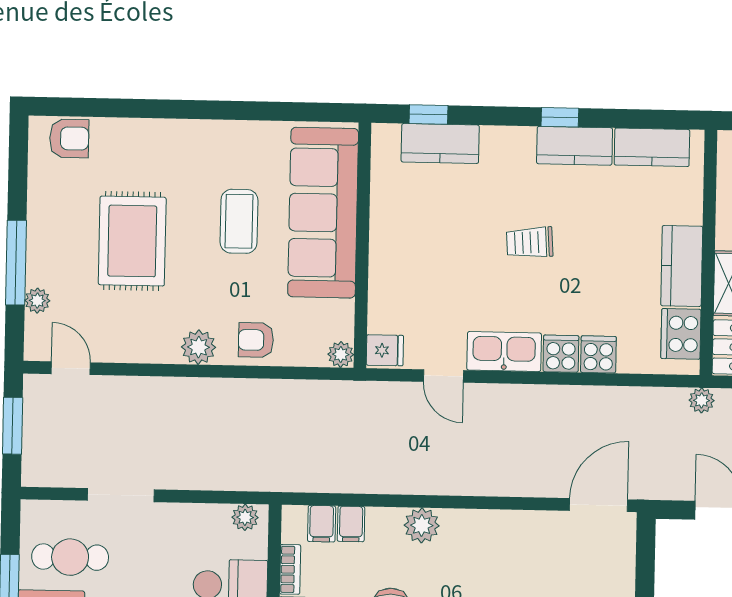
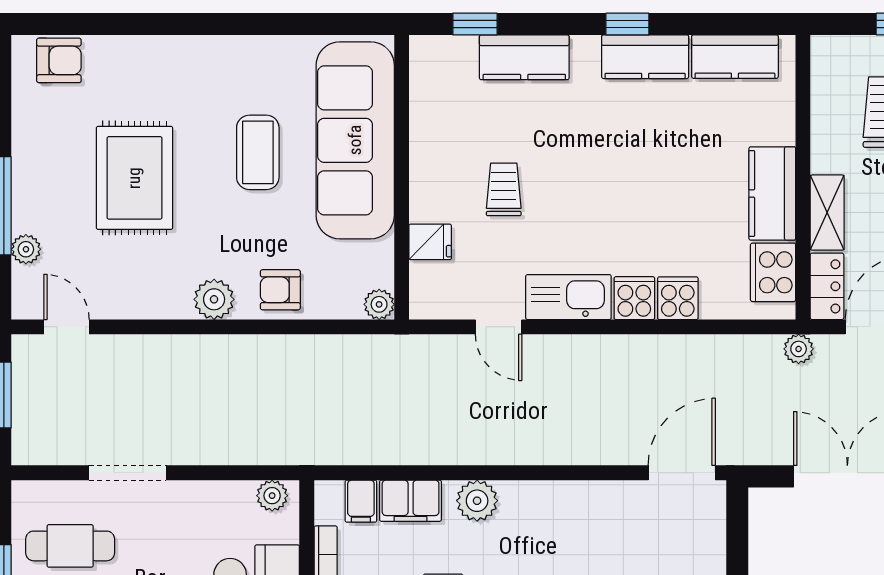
kitchen counter: (440, 143) -> (524, 57), moved
trolley: (530, 242) -> (504, 189), moved, turned 94
fridge: (385, 350) -> (430, 242), moved
filing cabinet: (351, 524) -> (411, 501), width x2.00

